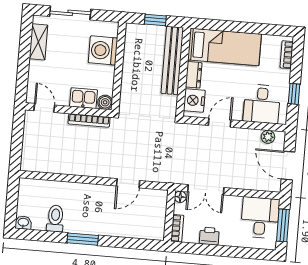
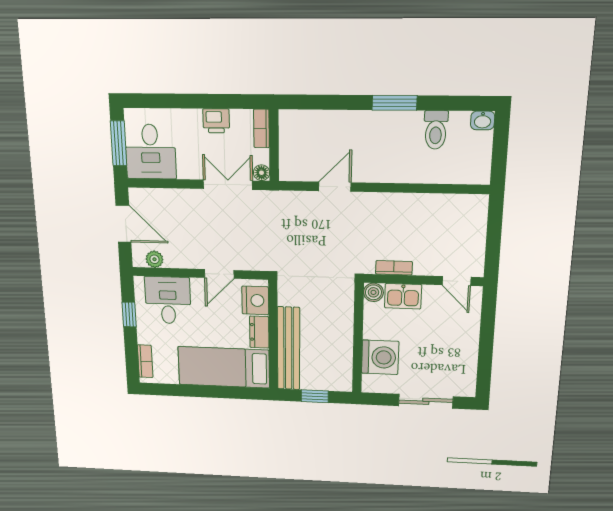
shelving: (38, 42) -> (467, 365), removed
bookcase: (89, 120) -> (394, 268), width x0.64

